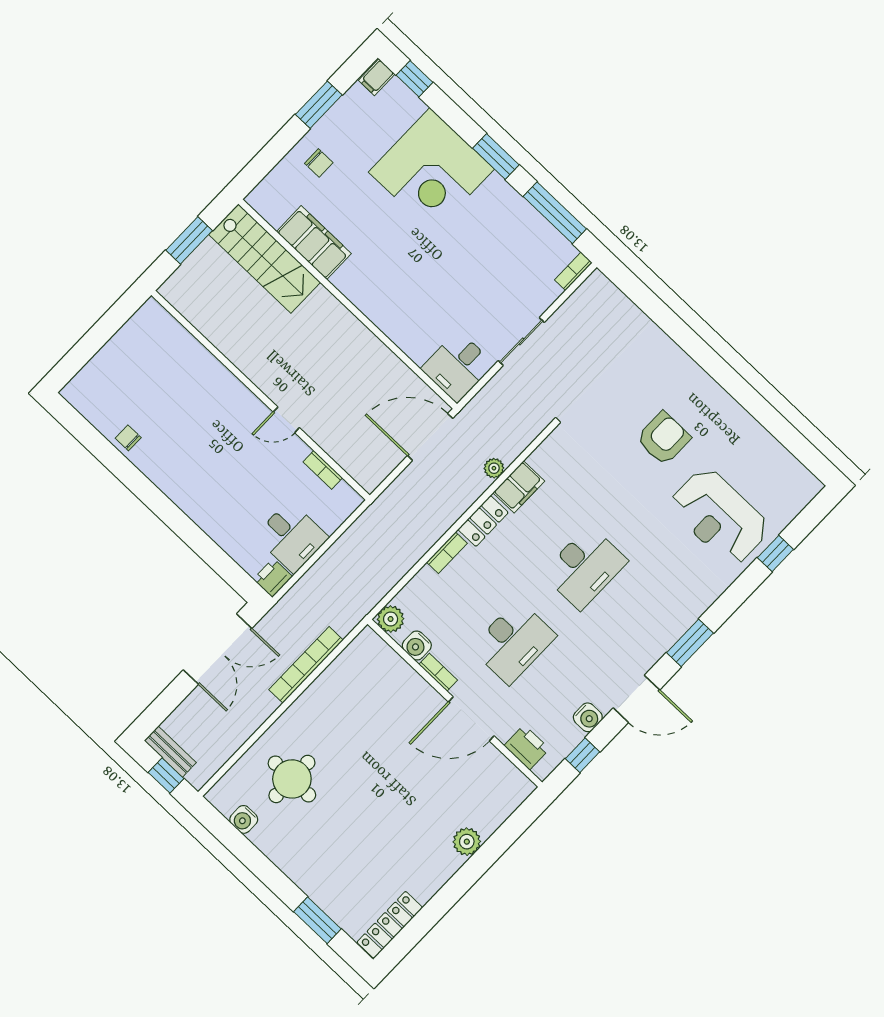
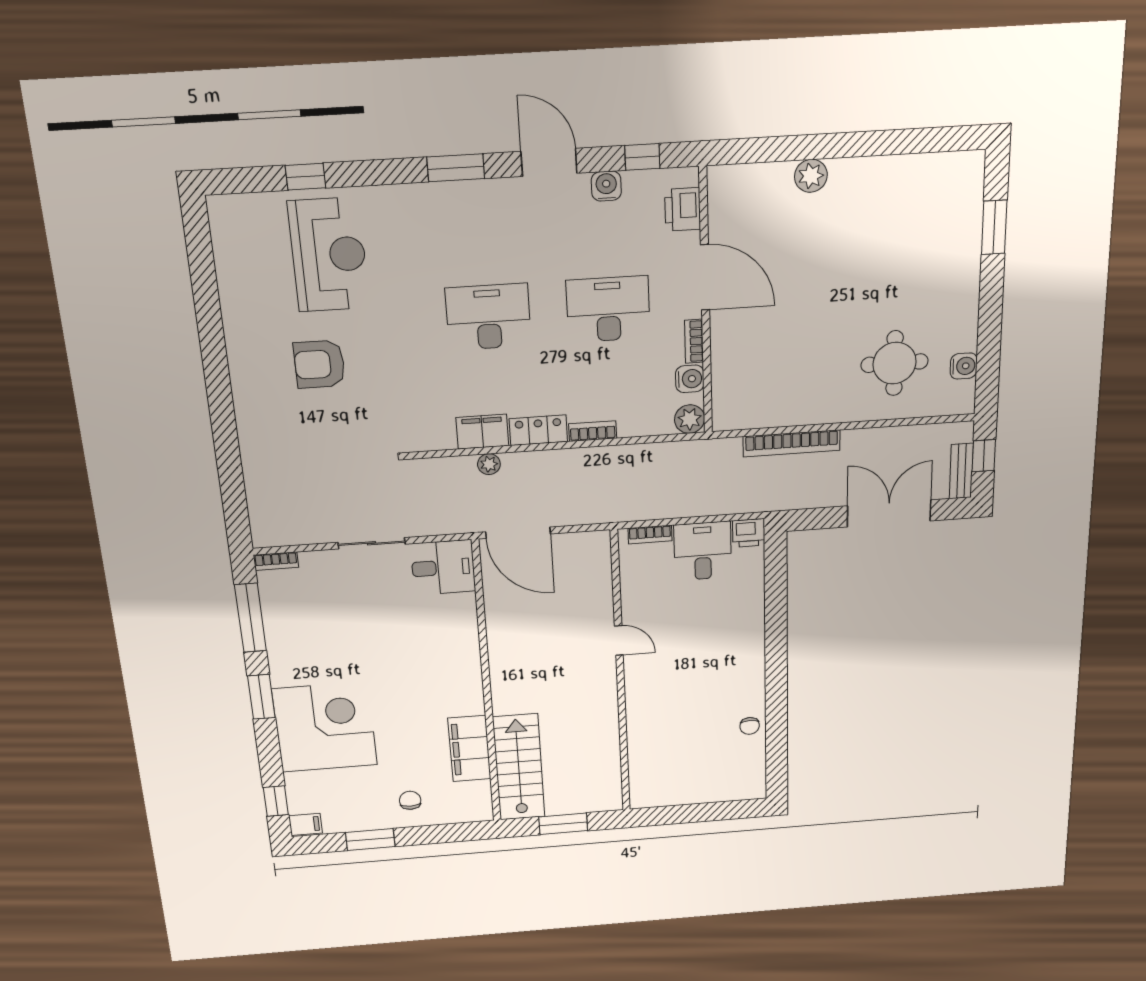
bookcase: (323, 470) -> (650, 535), moved, turned 90
double door: (218, 649) -> (889, 513), moved
locker: (390, 925) -> (943, 166), removed

